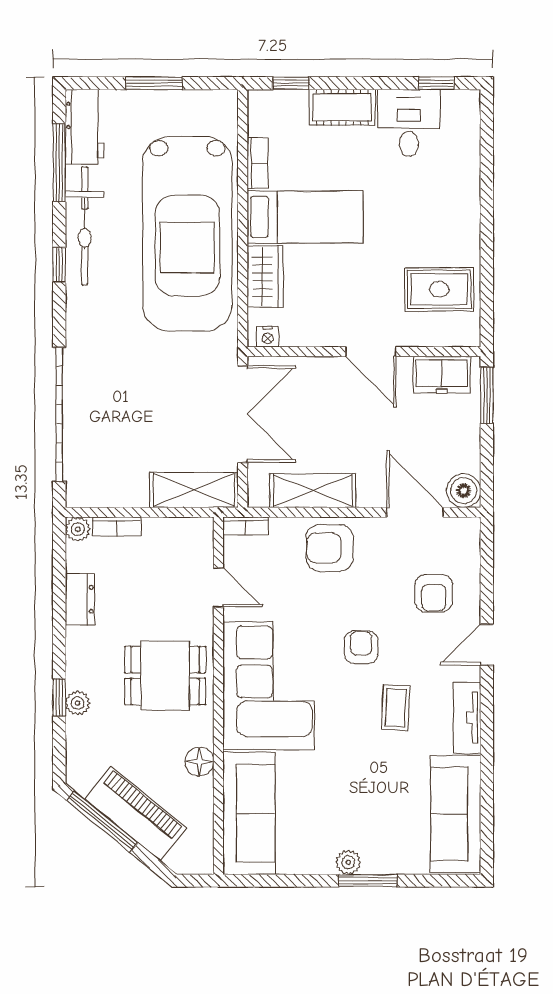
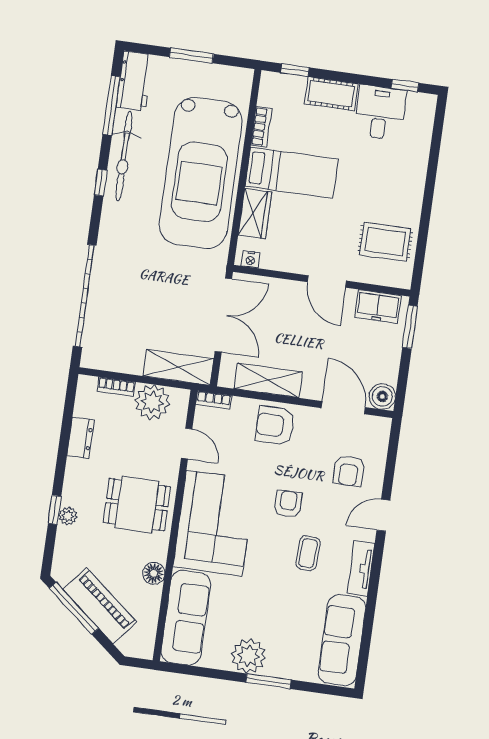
plant: (78, 529) -> (152, 402), moved, width x1.87, depth x1.87
plant: (348, 862) -> (249, 656), width x1.88, depth x1.88

